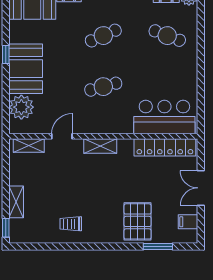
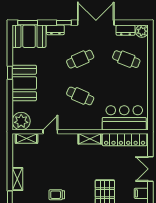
cafe table: (103, 87) -> (80, 96), turned 39
plant: (21, 107) -> (21, 121), moved
shelving: (100, 146) -> (90, 139), moved

